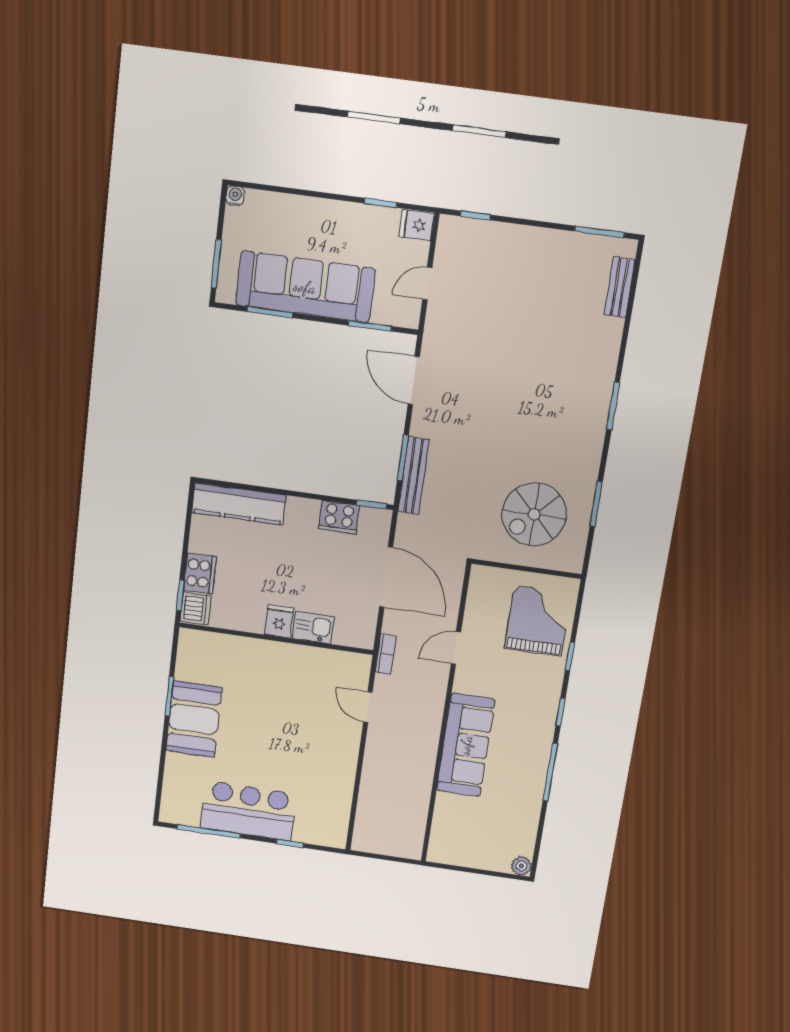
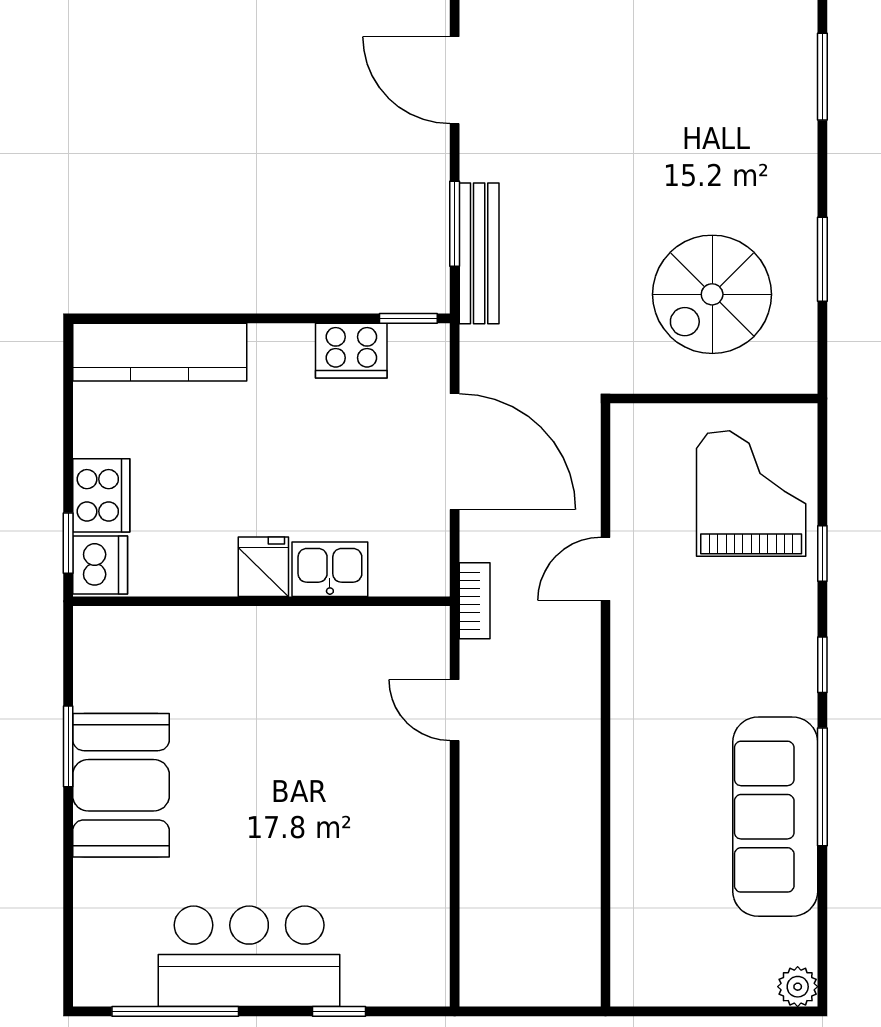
sofa: (466, 745) -> (775, 817), moved, turned 180

